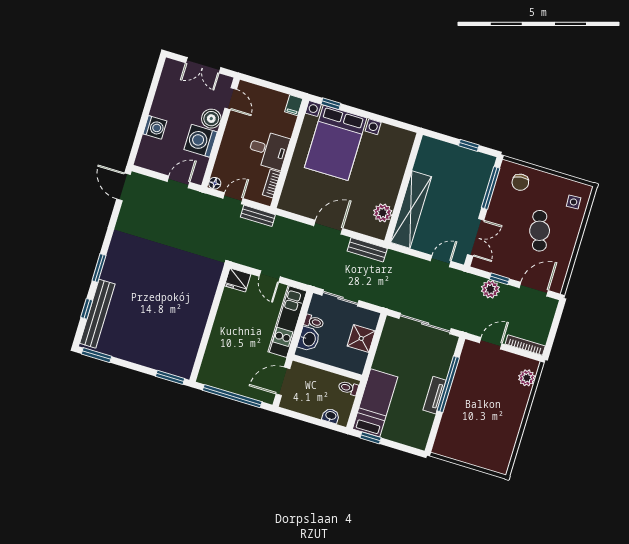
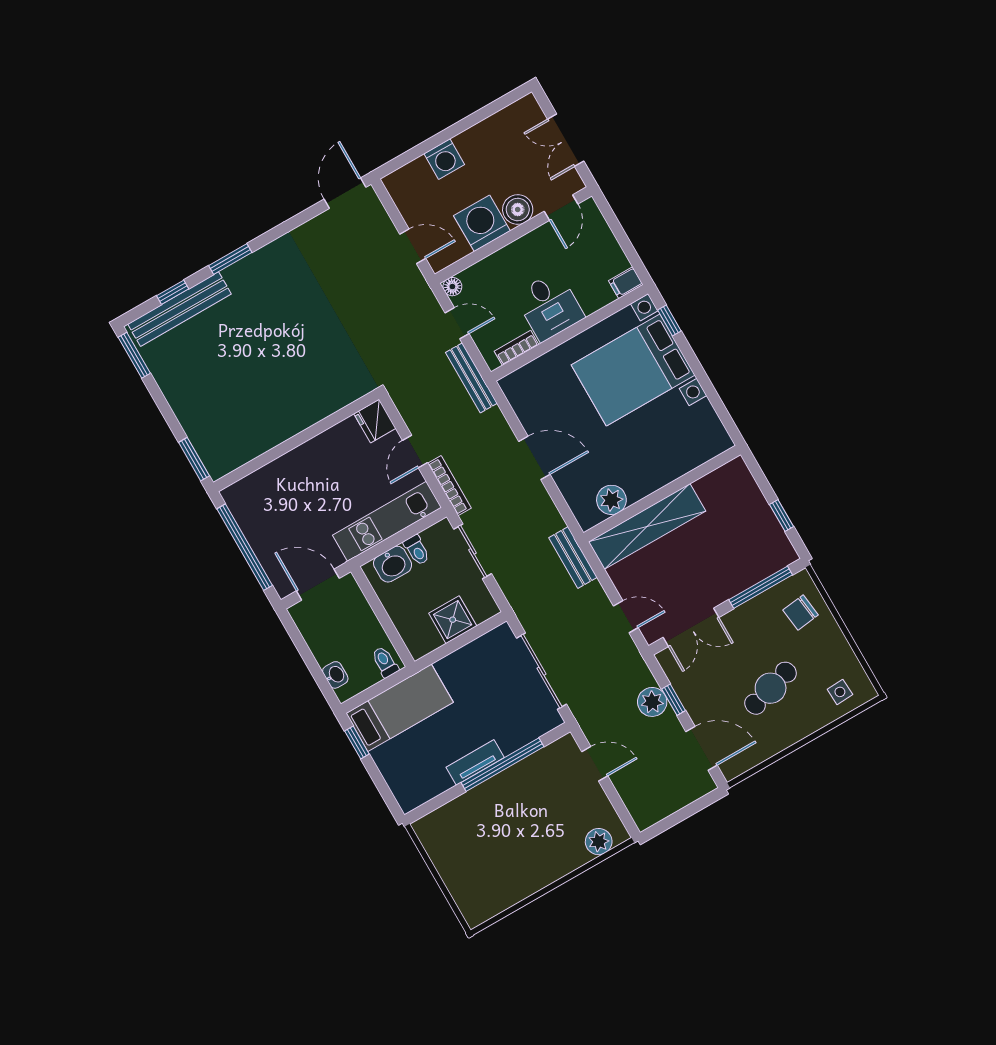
bench: (258, 216) -> (471, 378), width x1.36
bench: (367, 250) -> (573, 557), moved
bookcase: (525, 345) -> (449, 486), moved

